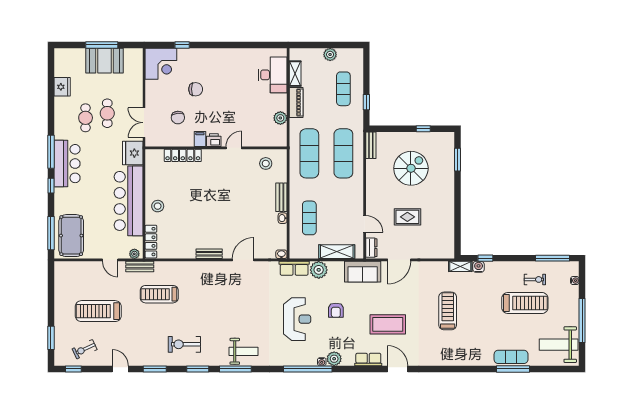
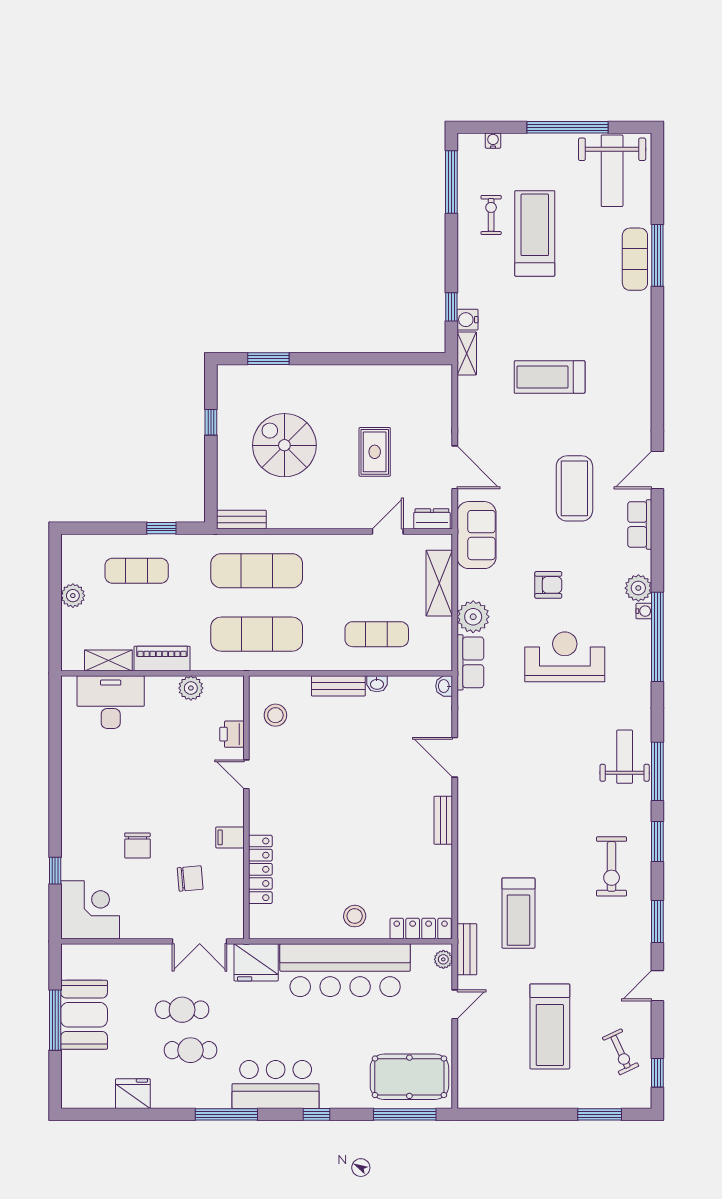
chair: (196, 89) -> (137, 845), turned 180
printer: (214, 140) -> (232, 734), moved
window: (51, 152) -> (226, 1114), moved

